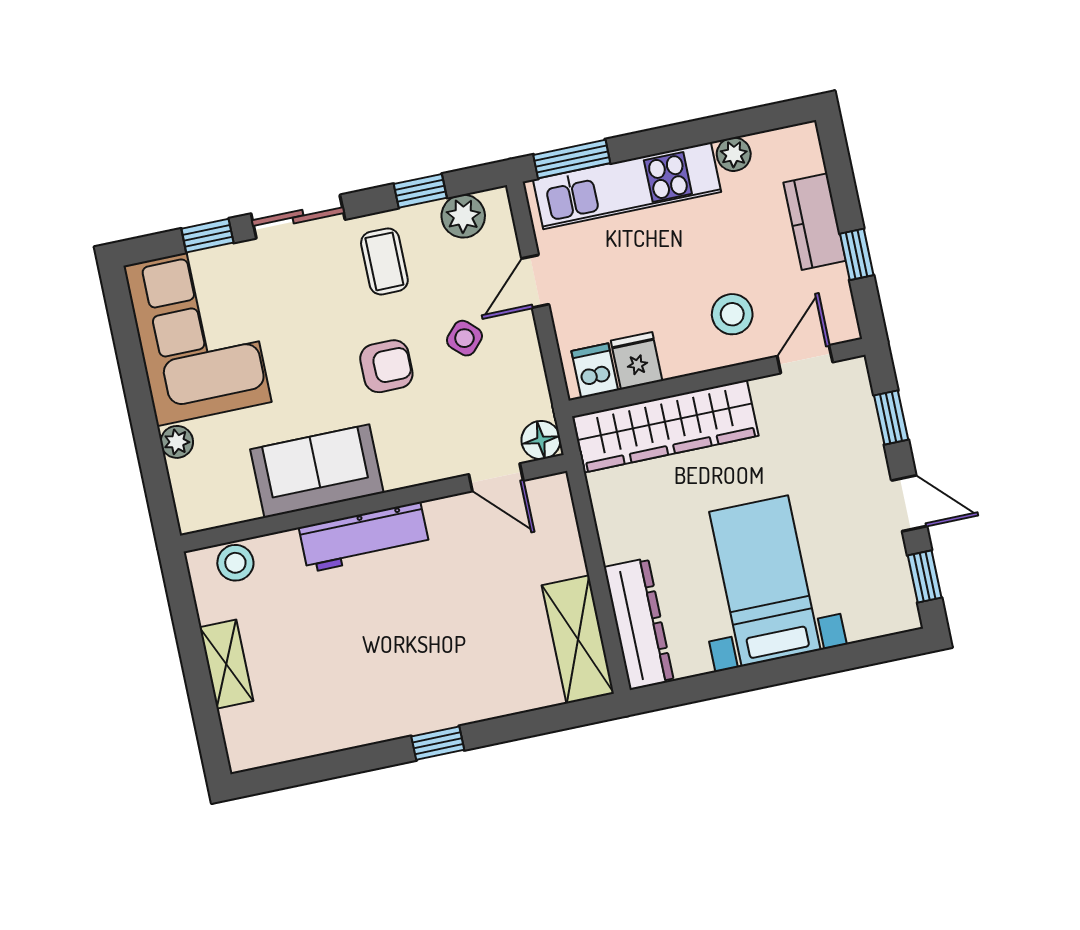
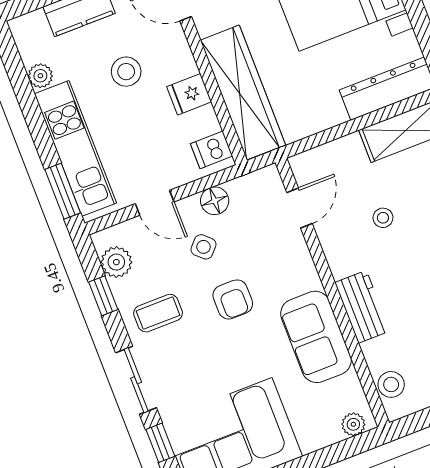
stool: (732, 314) -> (126, 72), moved
fridge: (637, 361) -> (189, 94), moved
armchair: (386, 366) -> (233, 299), turned 180
floor lamp: (541, 440) -> (215, 201), moved
plant: (177, 442) -> (353, 424), moved
workbench: (364, 537) -> (362, 307), width x0.73
stool: (464, 589) -> (383, 218), added

